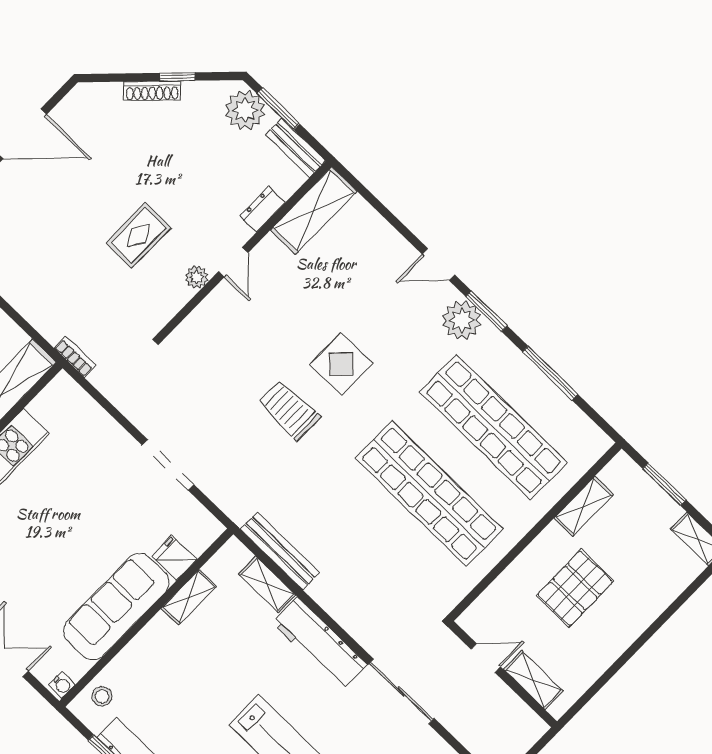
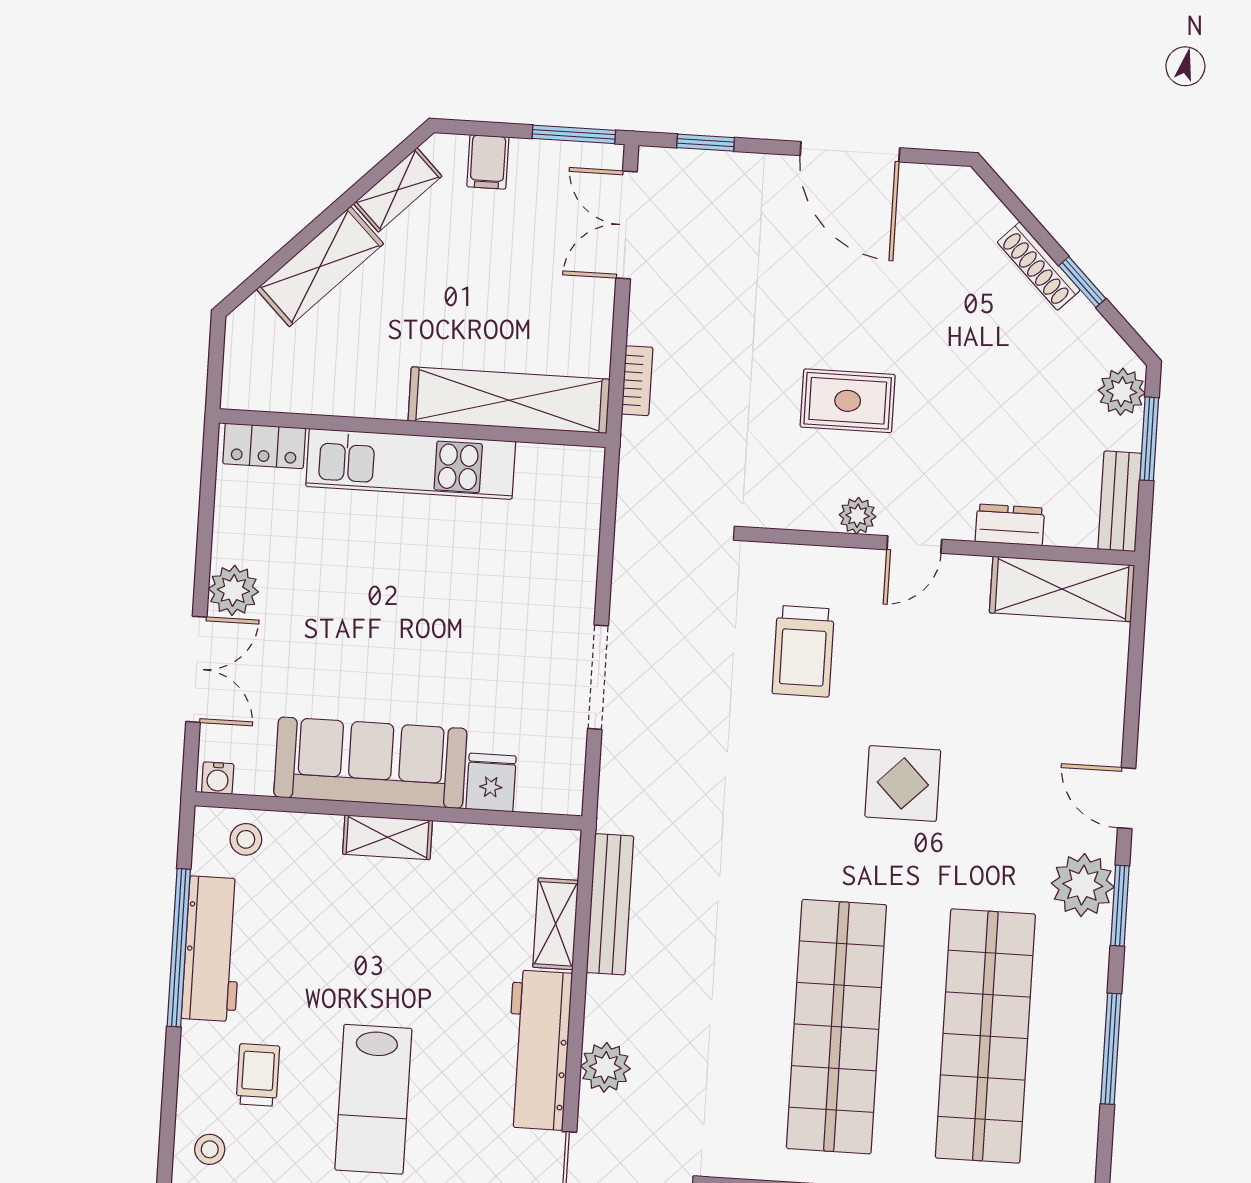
plant: (245, 110) -> (1122, 392), width x0.73, depth x0.73
bookcase: (75, 357) -> (637, 381), moved
trolley: (289, 410) -> (803, 651), moved, turned 180
shelving: (189, 597) -> (388, 837), moved
plant: (355, 619) -> (605, 1067), added

